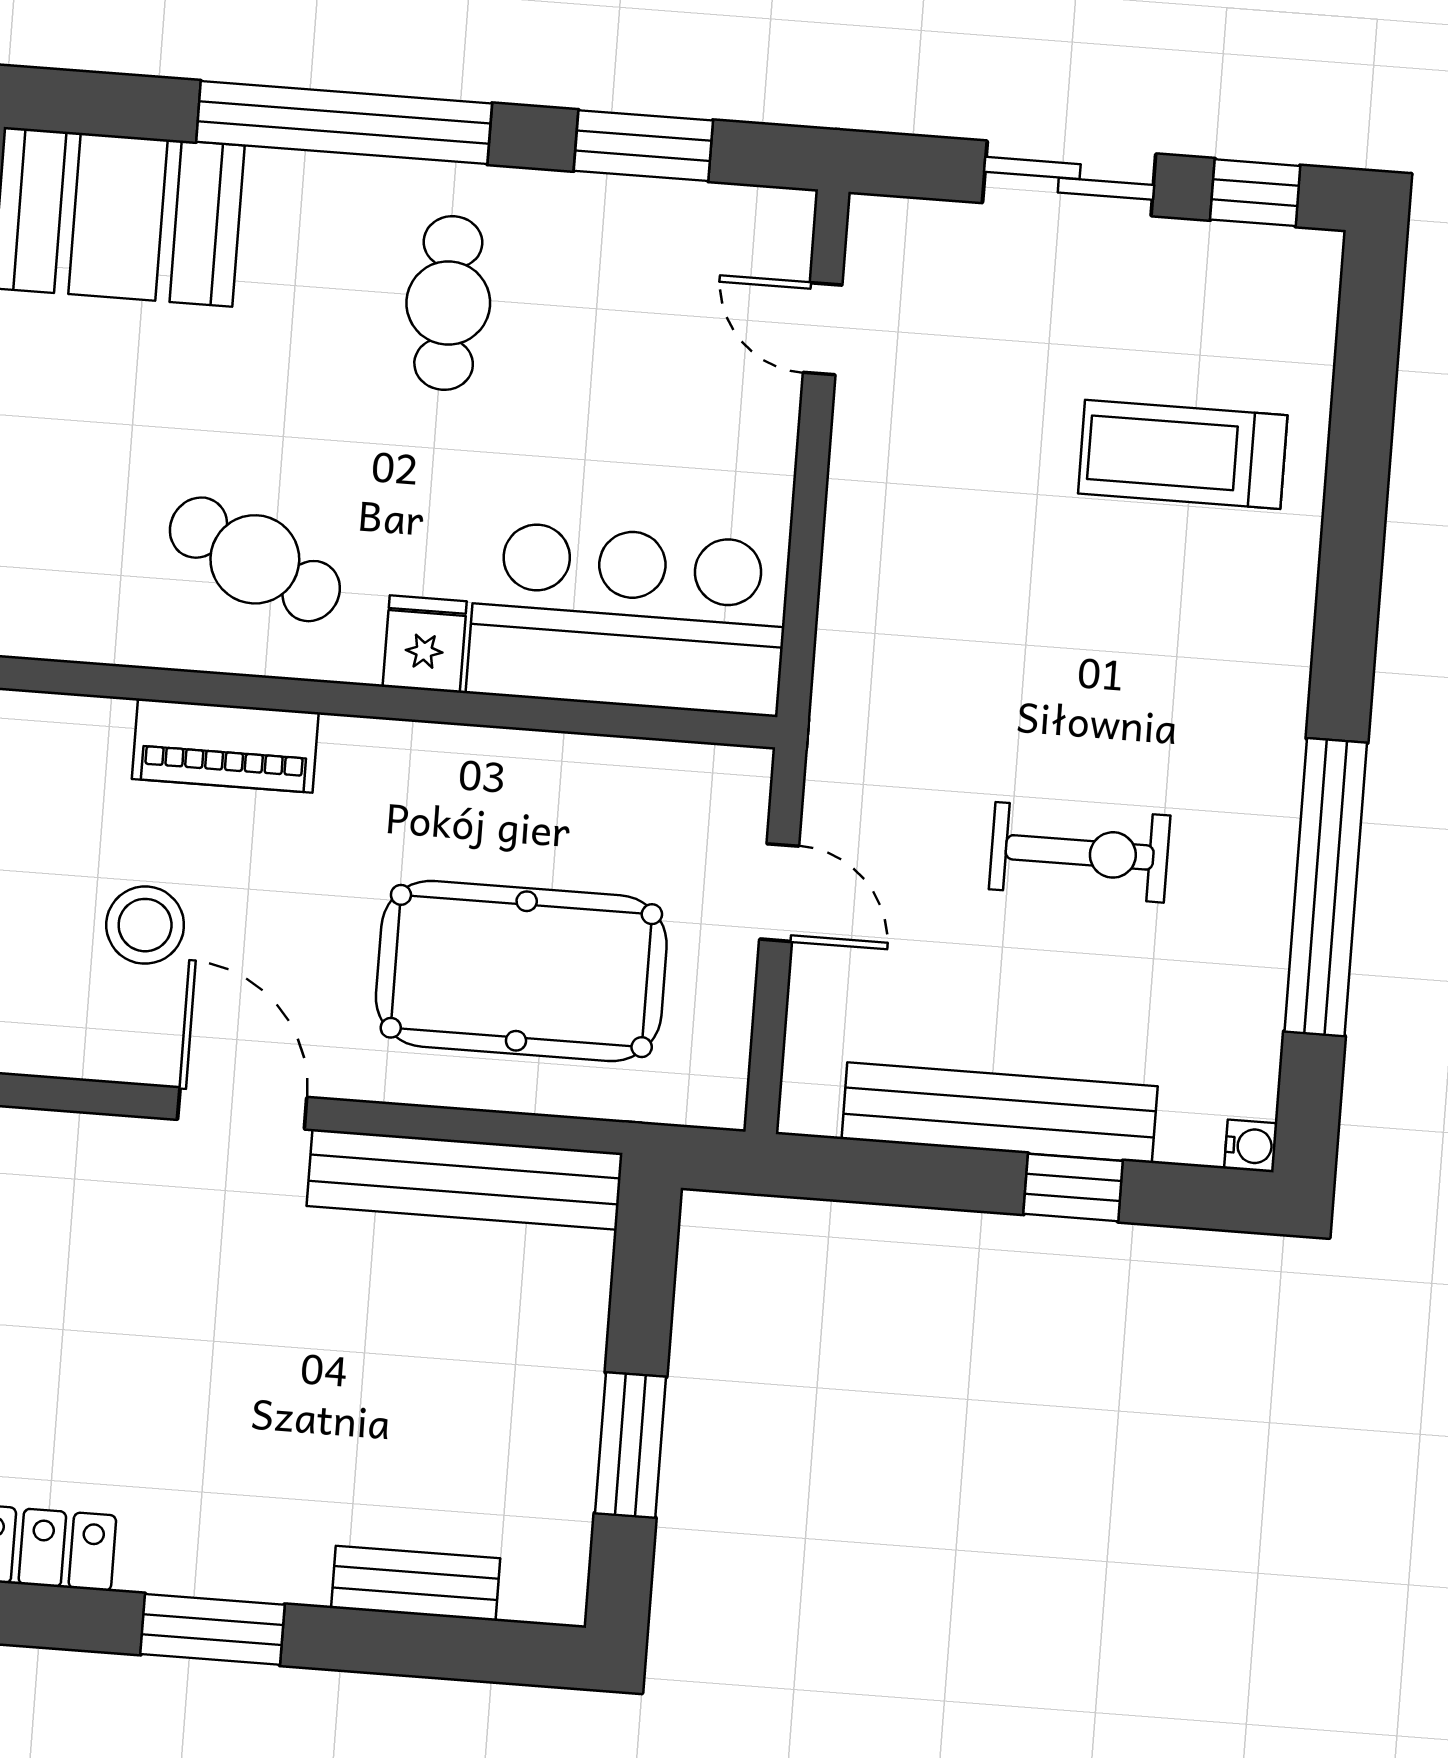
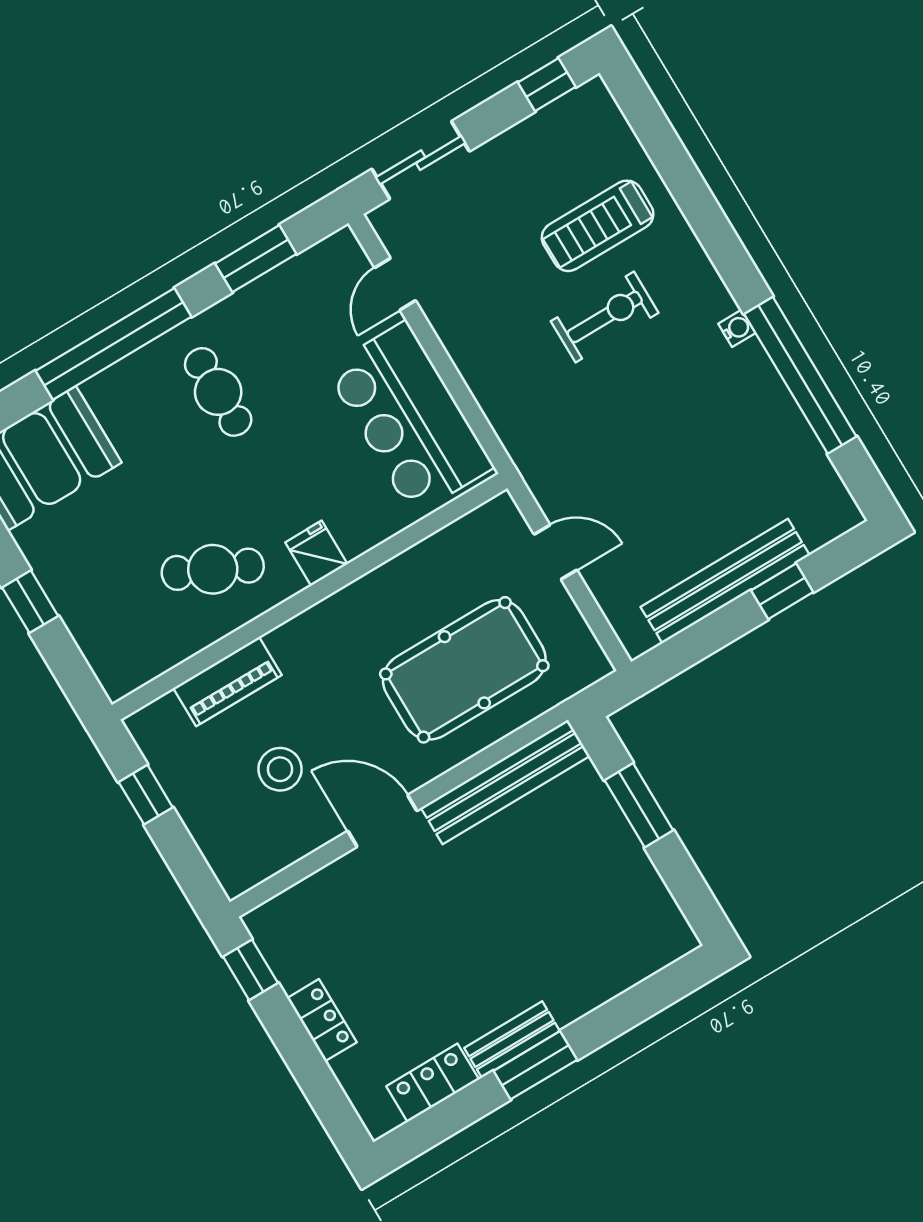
sliding door: (1069, 178) -> (421, 160), moved
door: (823, 329) -> (395, 284), hinge flipped
bar counter: (628, 619) -> (410, 418), moved, turned -90
piano: (225, 746) -> (227, 682), moved
exercise bike: (1080, 852) -> (605, 317), moved
water cooler: (1251, 1146) -> (737, 328), moved
window: (631, 1445) -> (639, 805), moved
bench: (416, 1583) -> (512, 1039), moved

